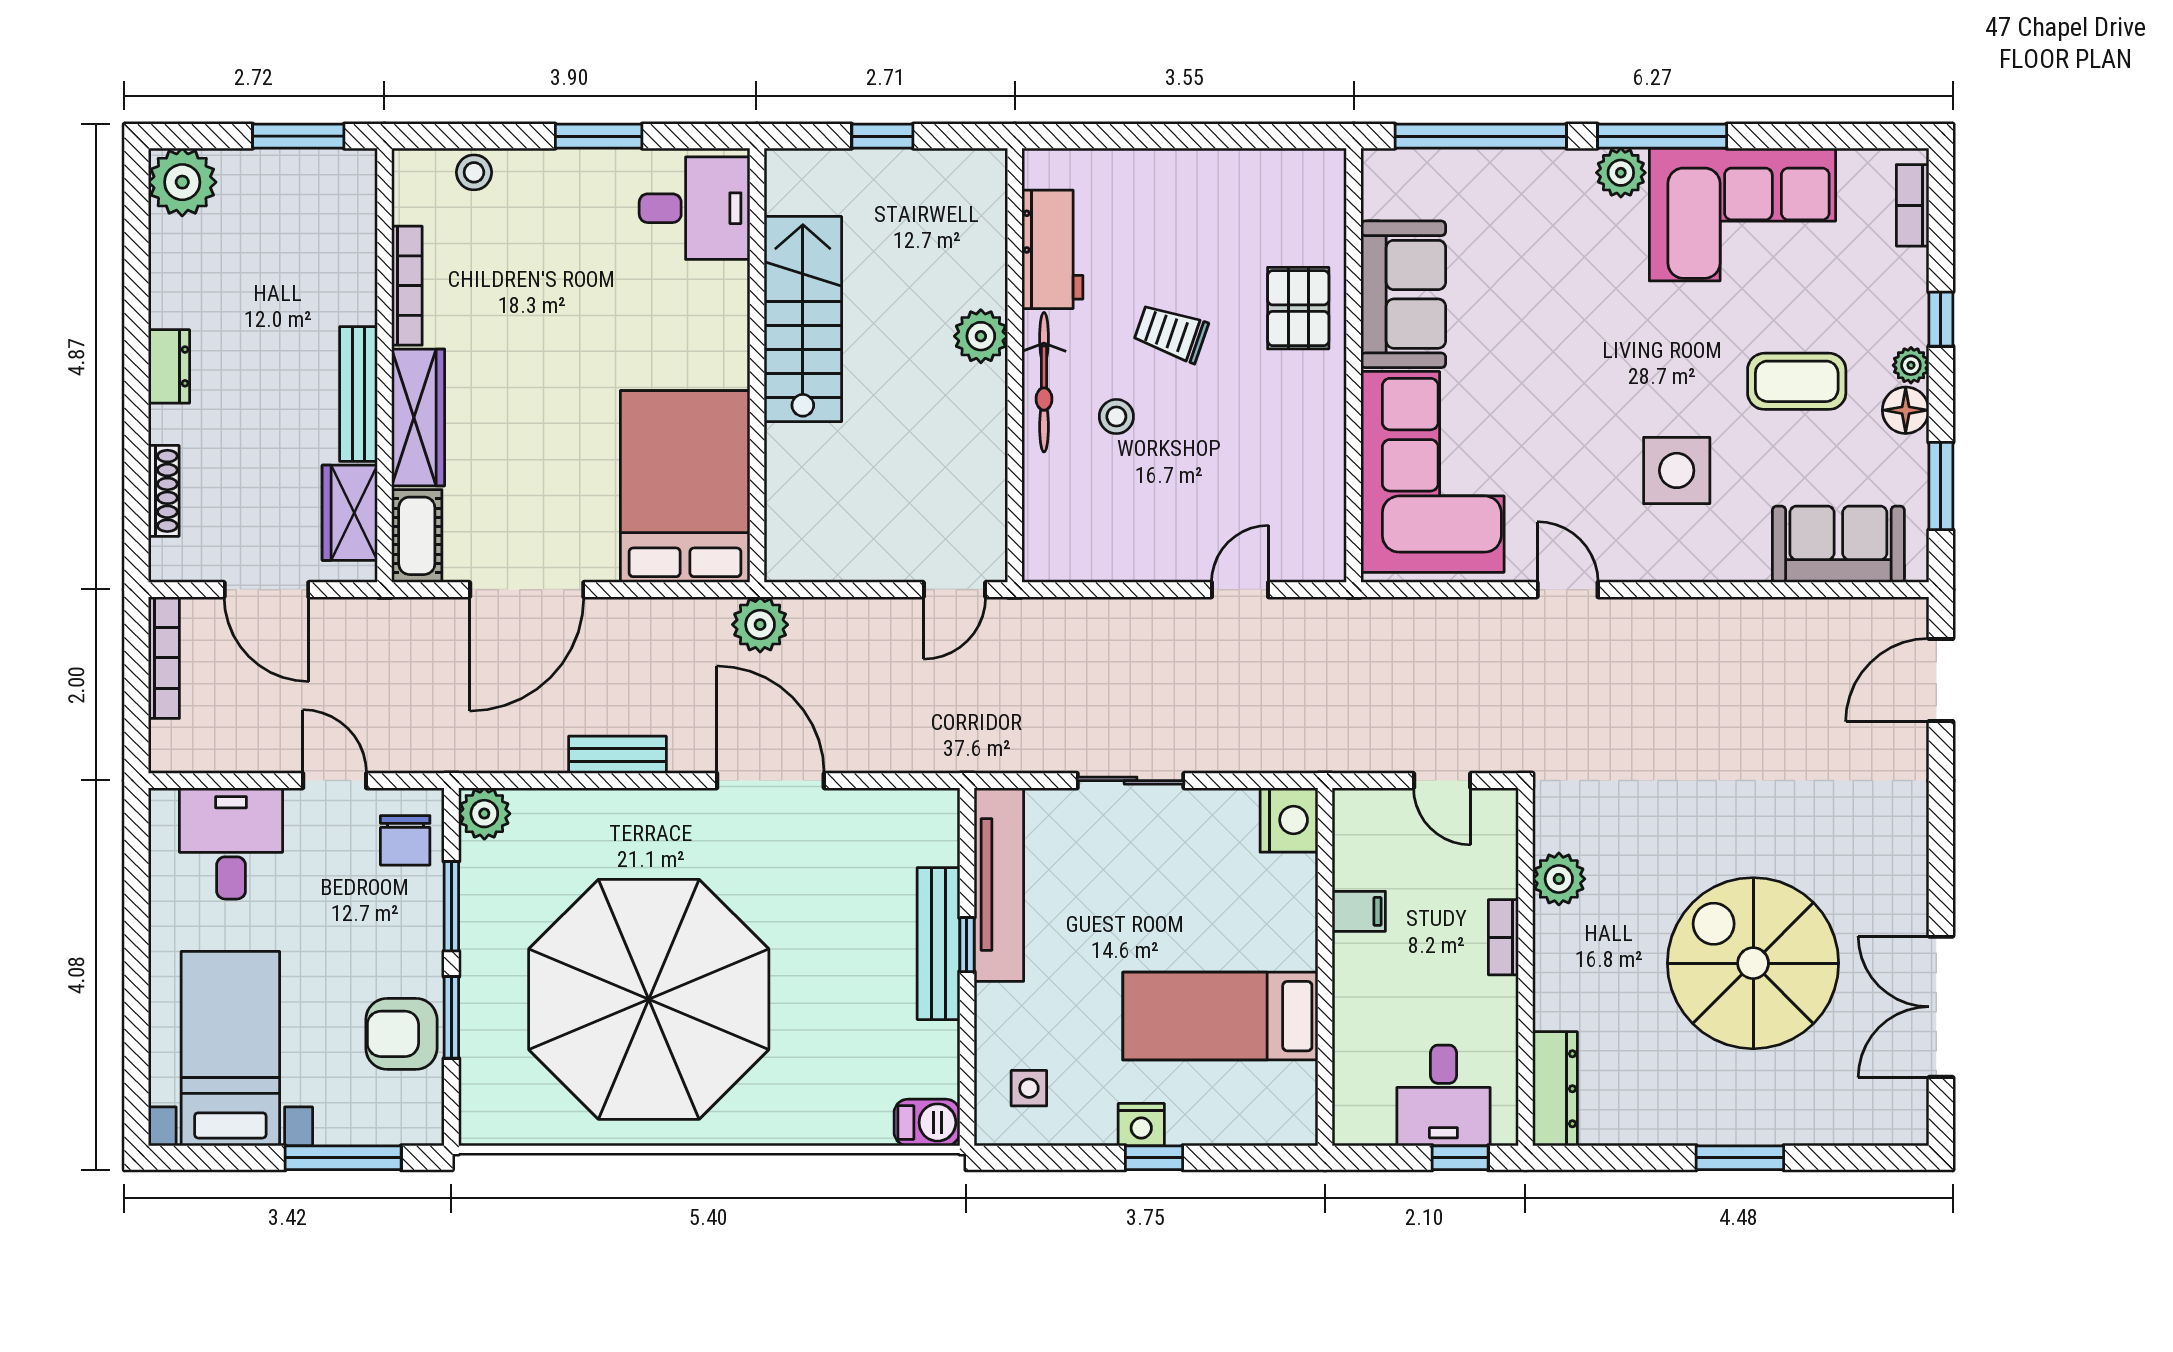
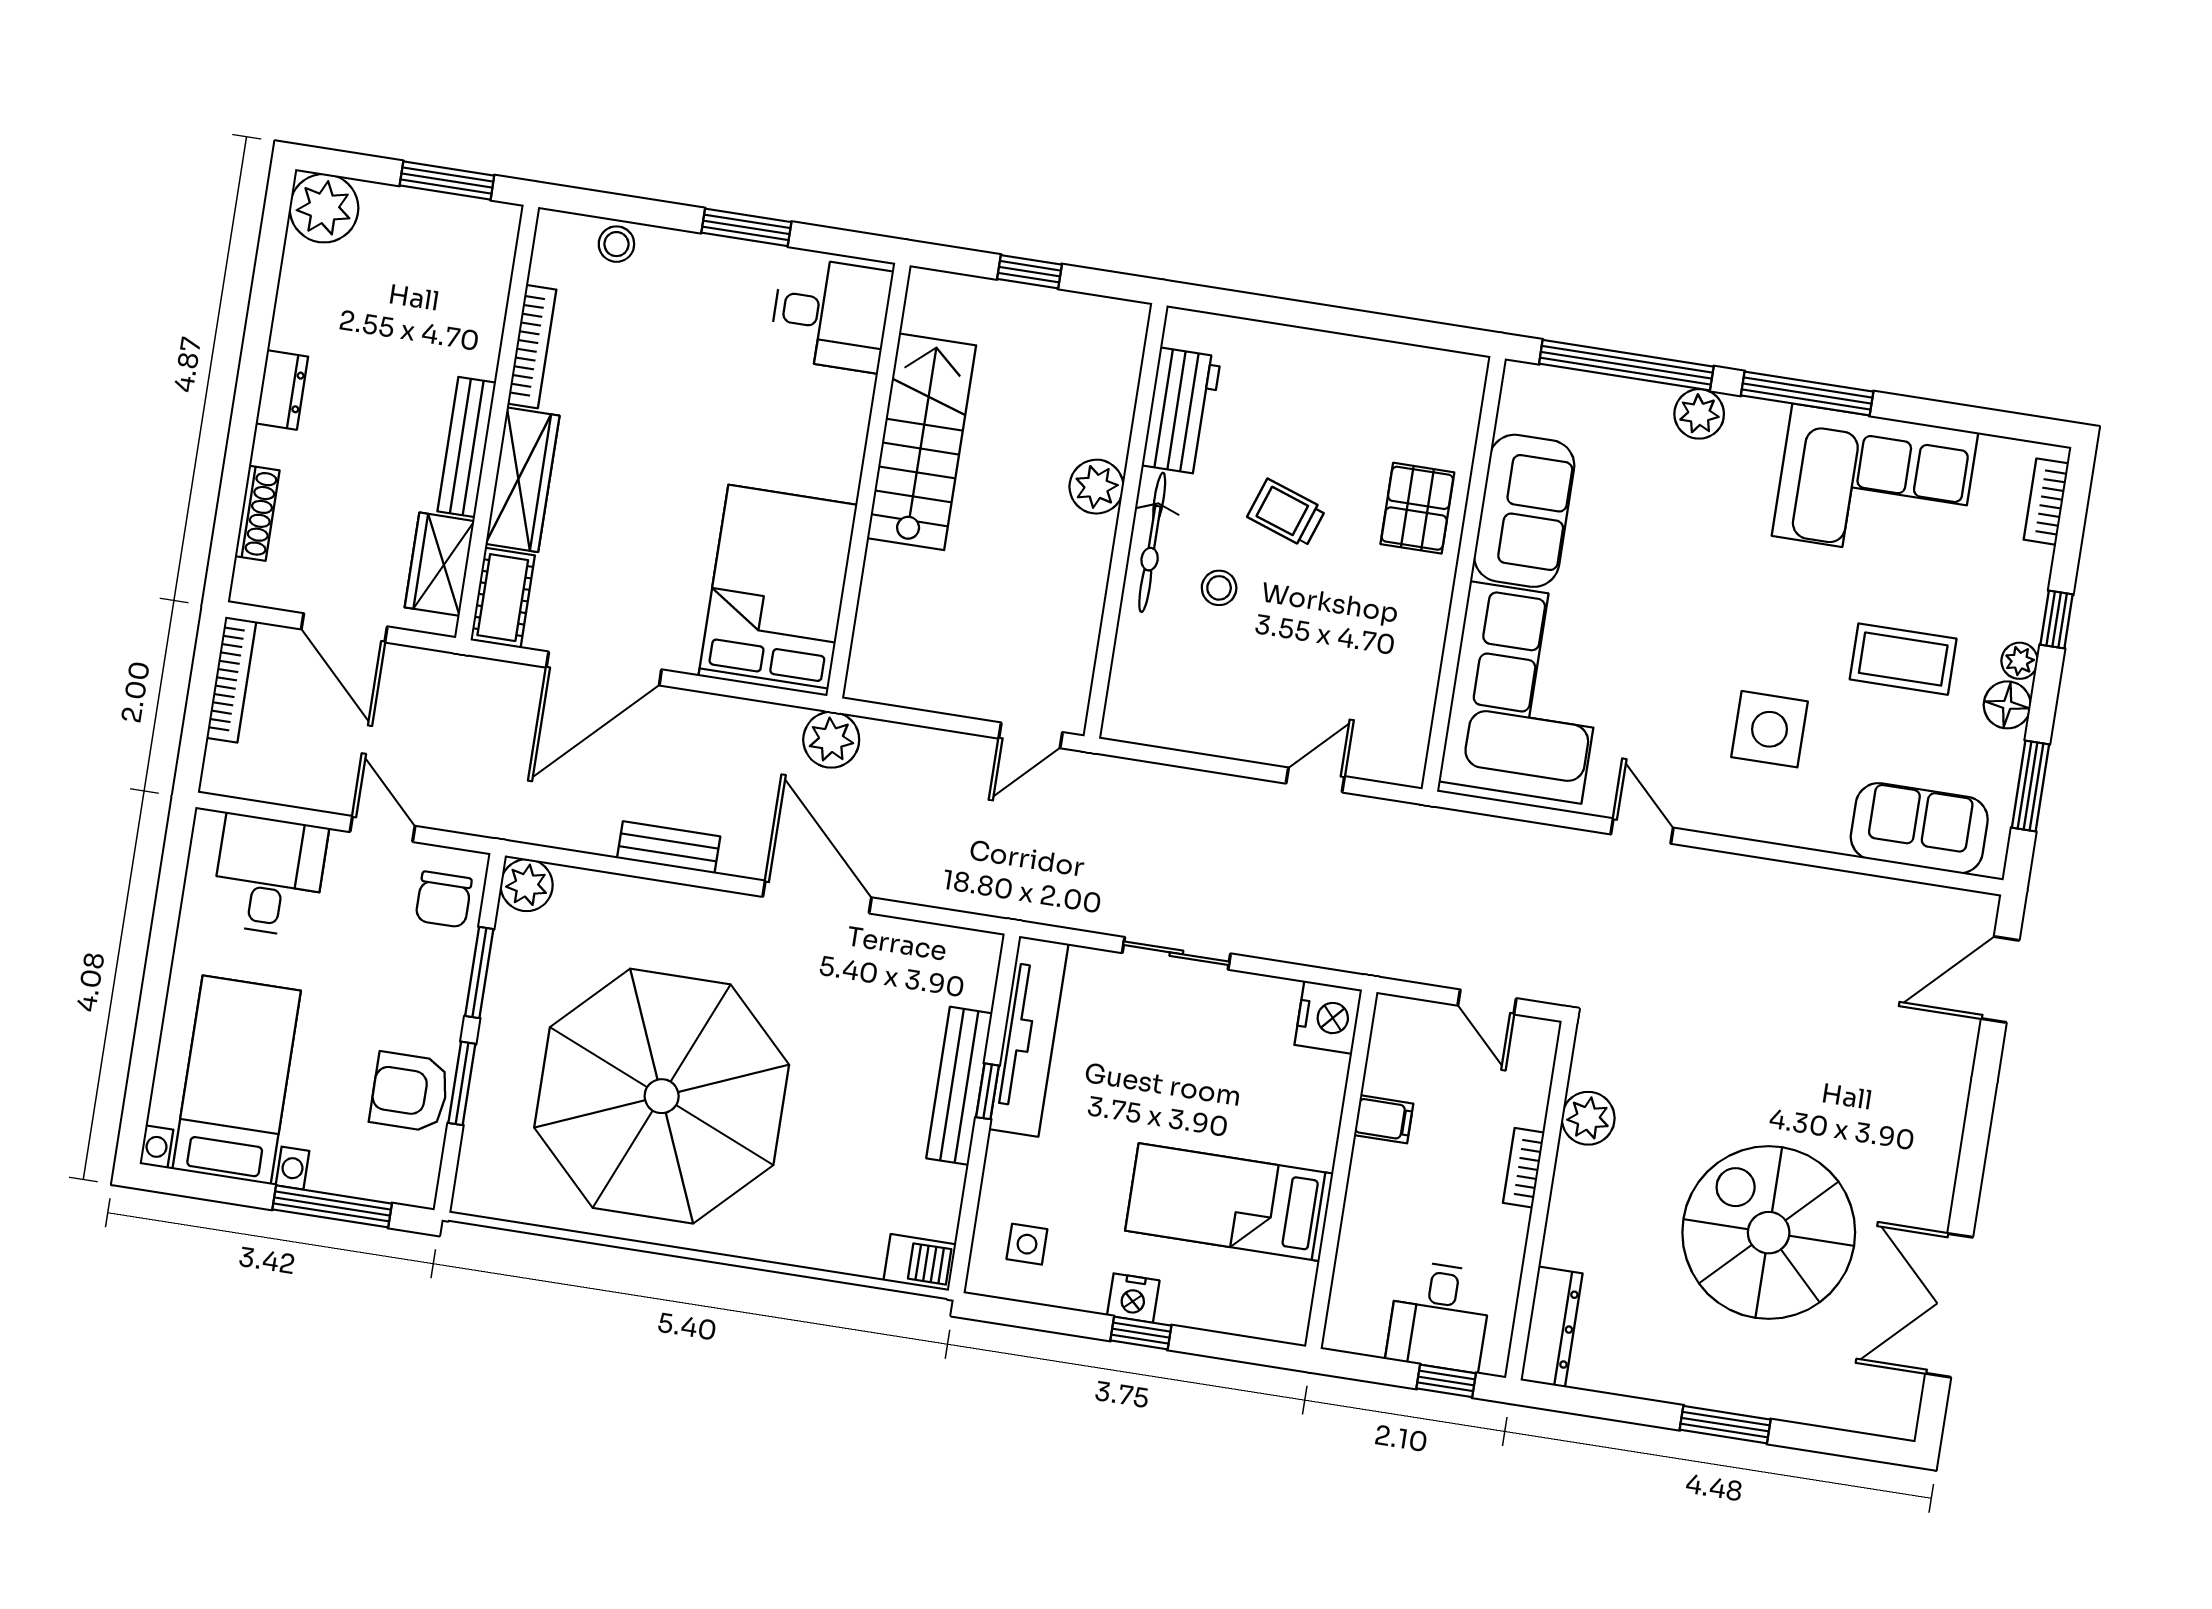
plant: (1621, 173) -> (1699, 414), moved

